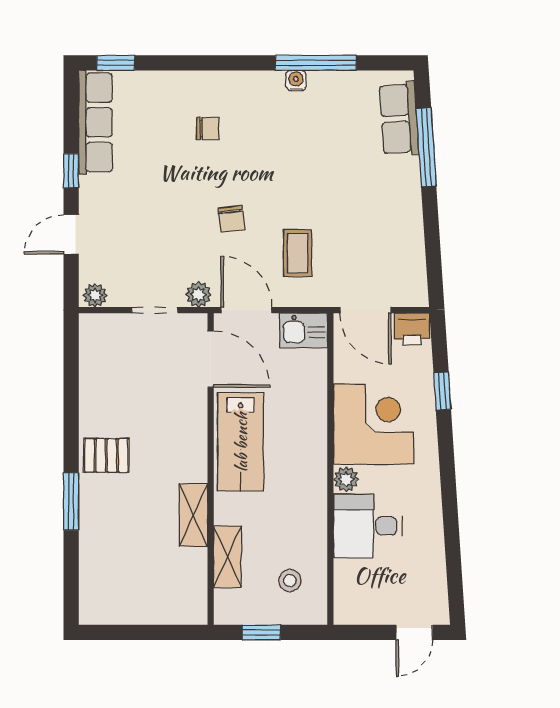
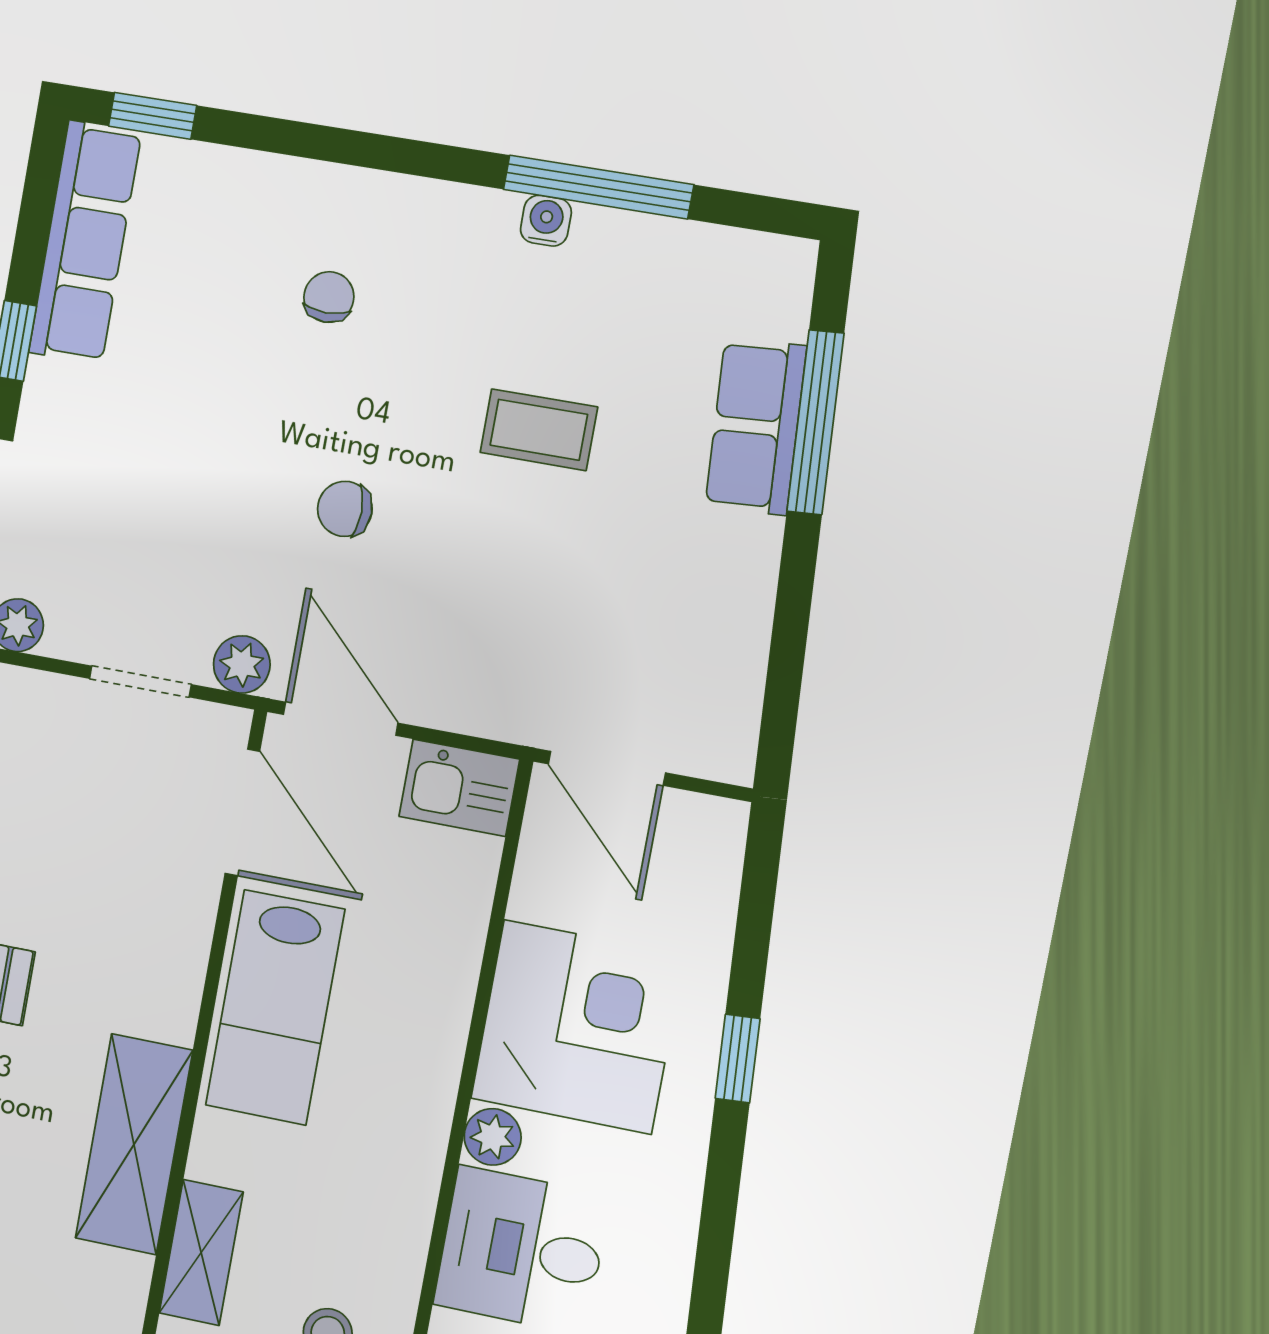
row of seats: (399, 119) -> (756, 427), moved
chair: (208, 129) -> (329, 297), turned -90
chair: (232, 219) -> (345, 509), turned 97
coffee table: (298, 253) -> (539, 430), moved, turned 90
printer: (412, 329) -> (704, 831), removed
window: (442, 391) -> (738, 1059), moved
shelving: (193, 515) -> (134, 1144), width x1.50, depth x1.33

